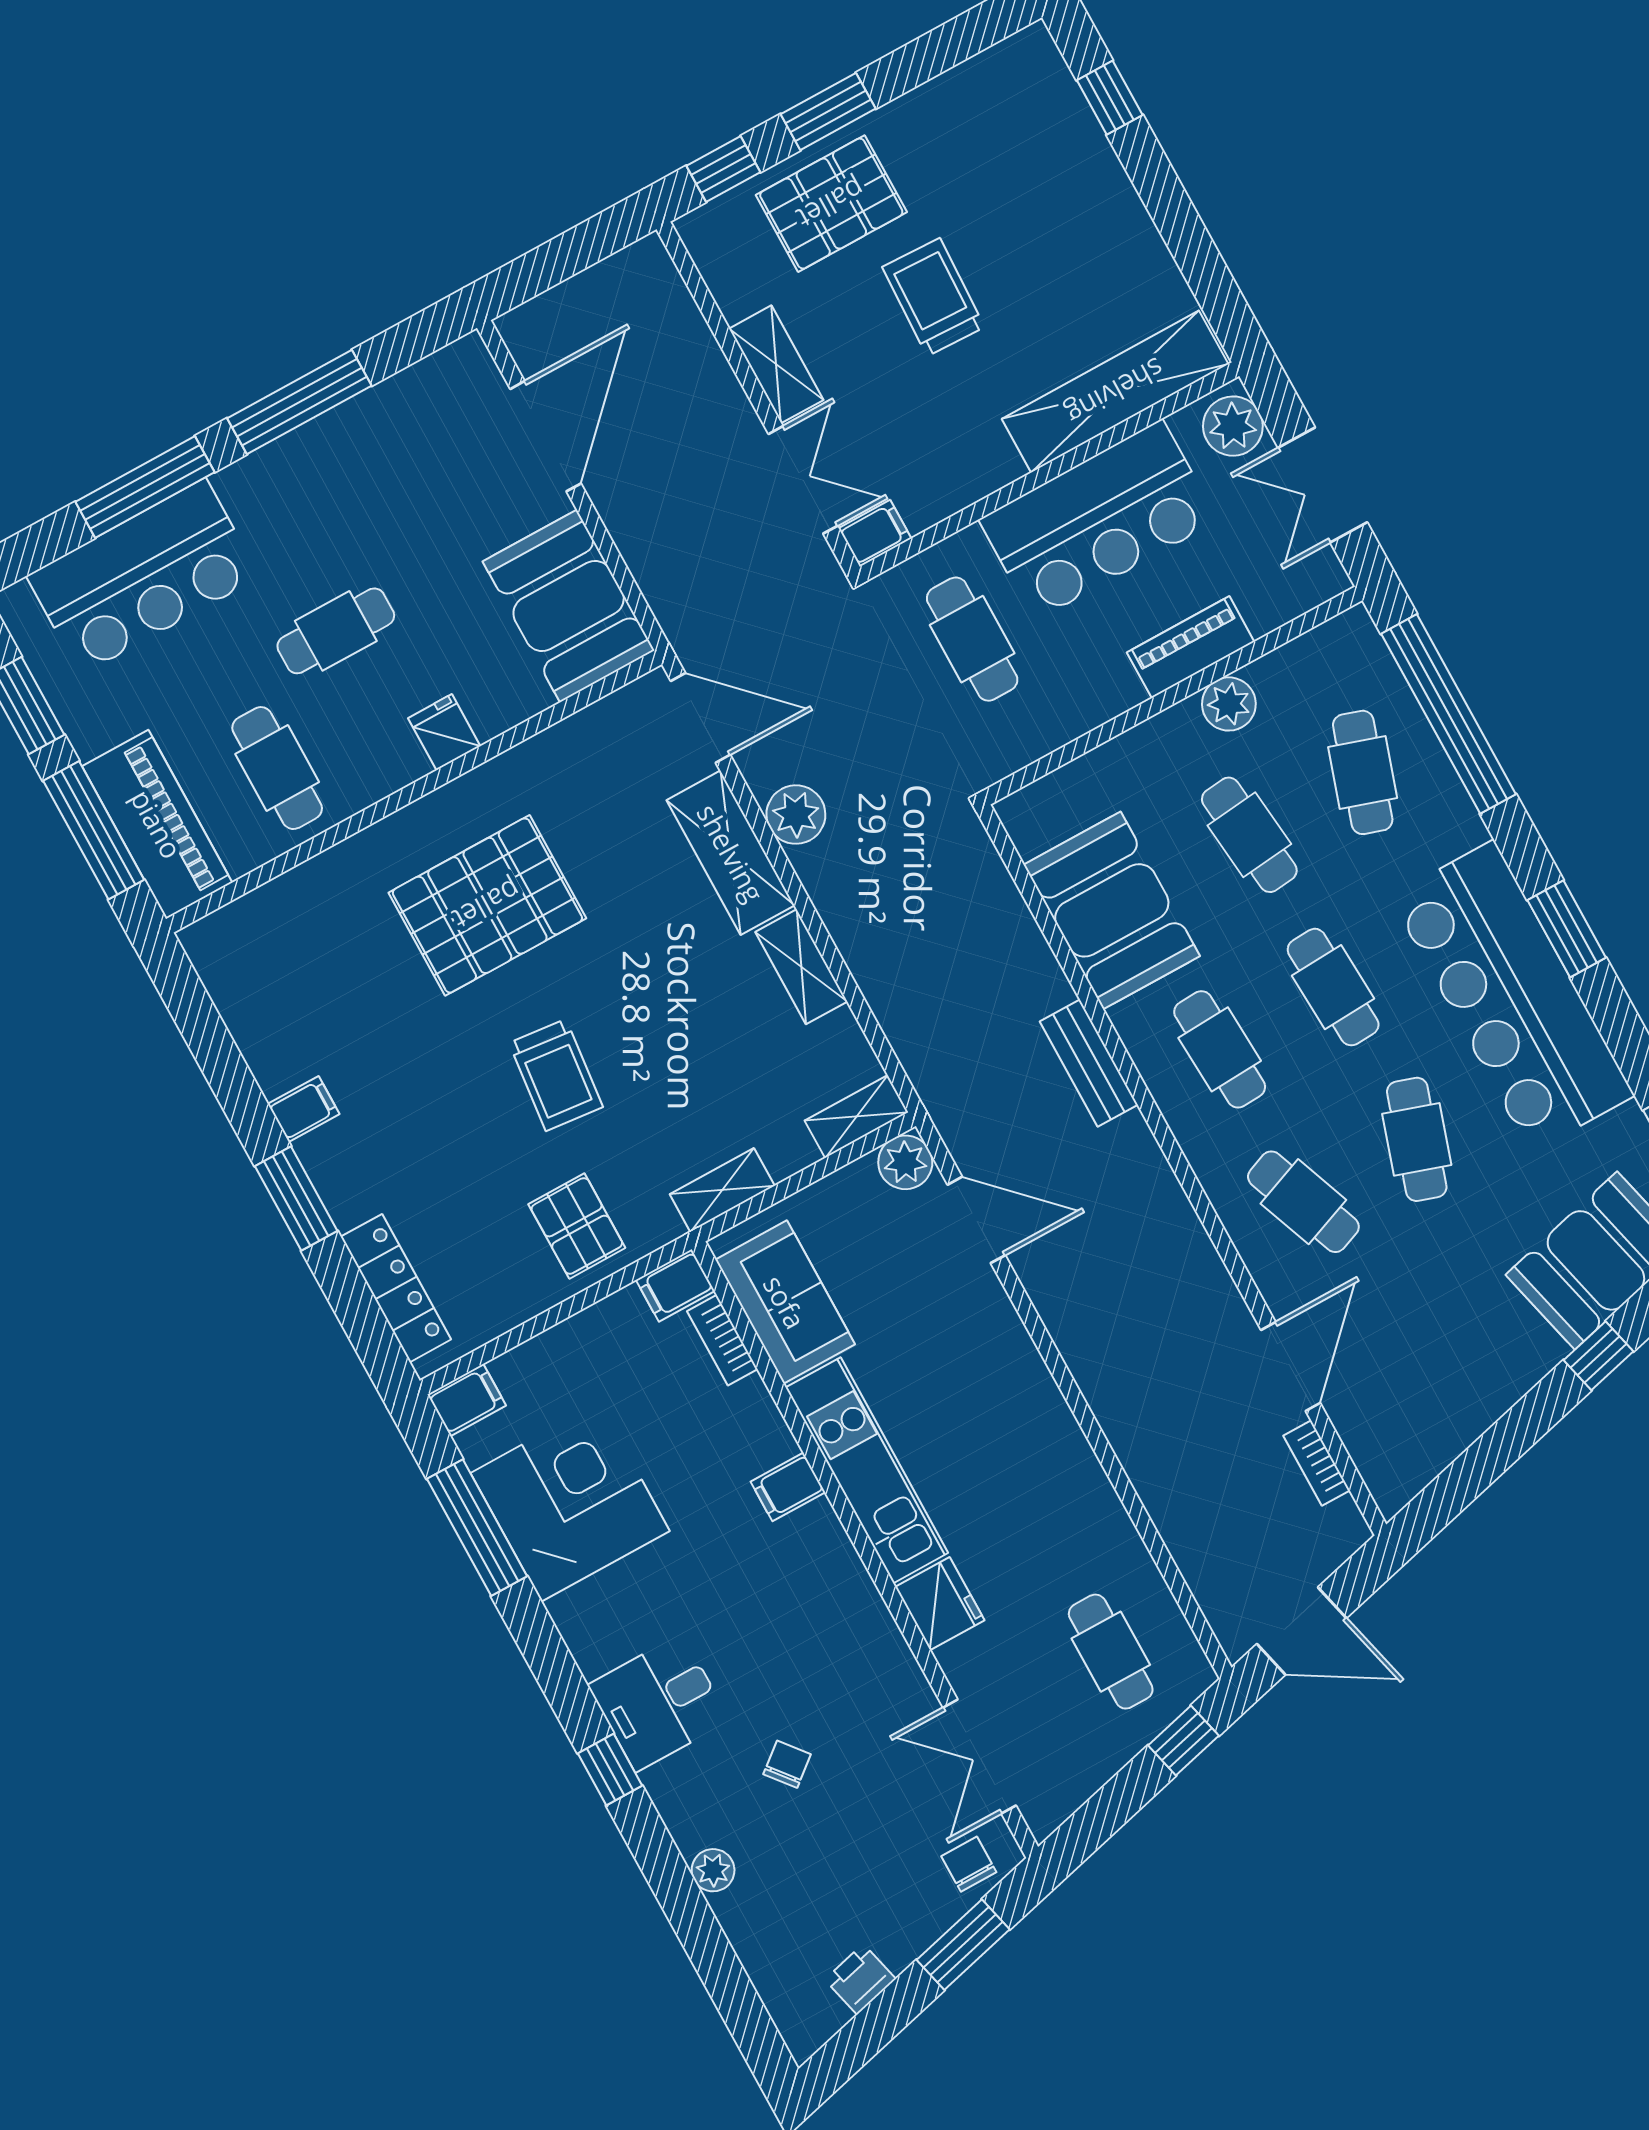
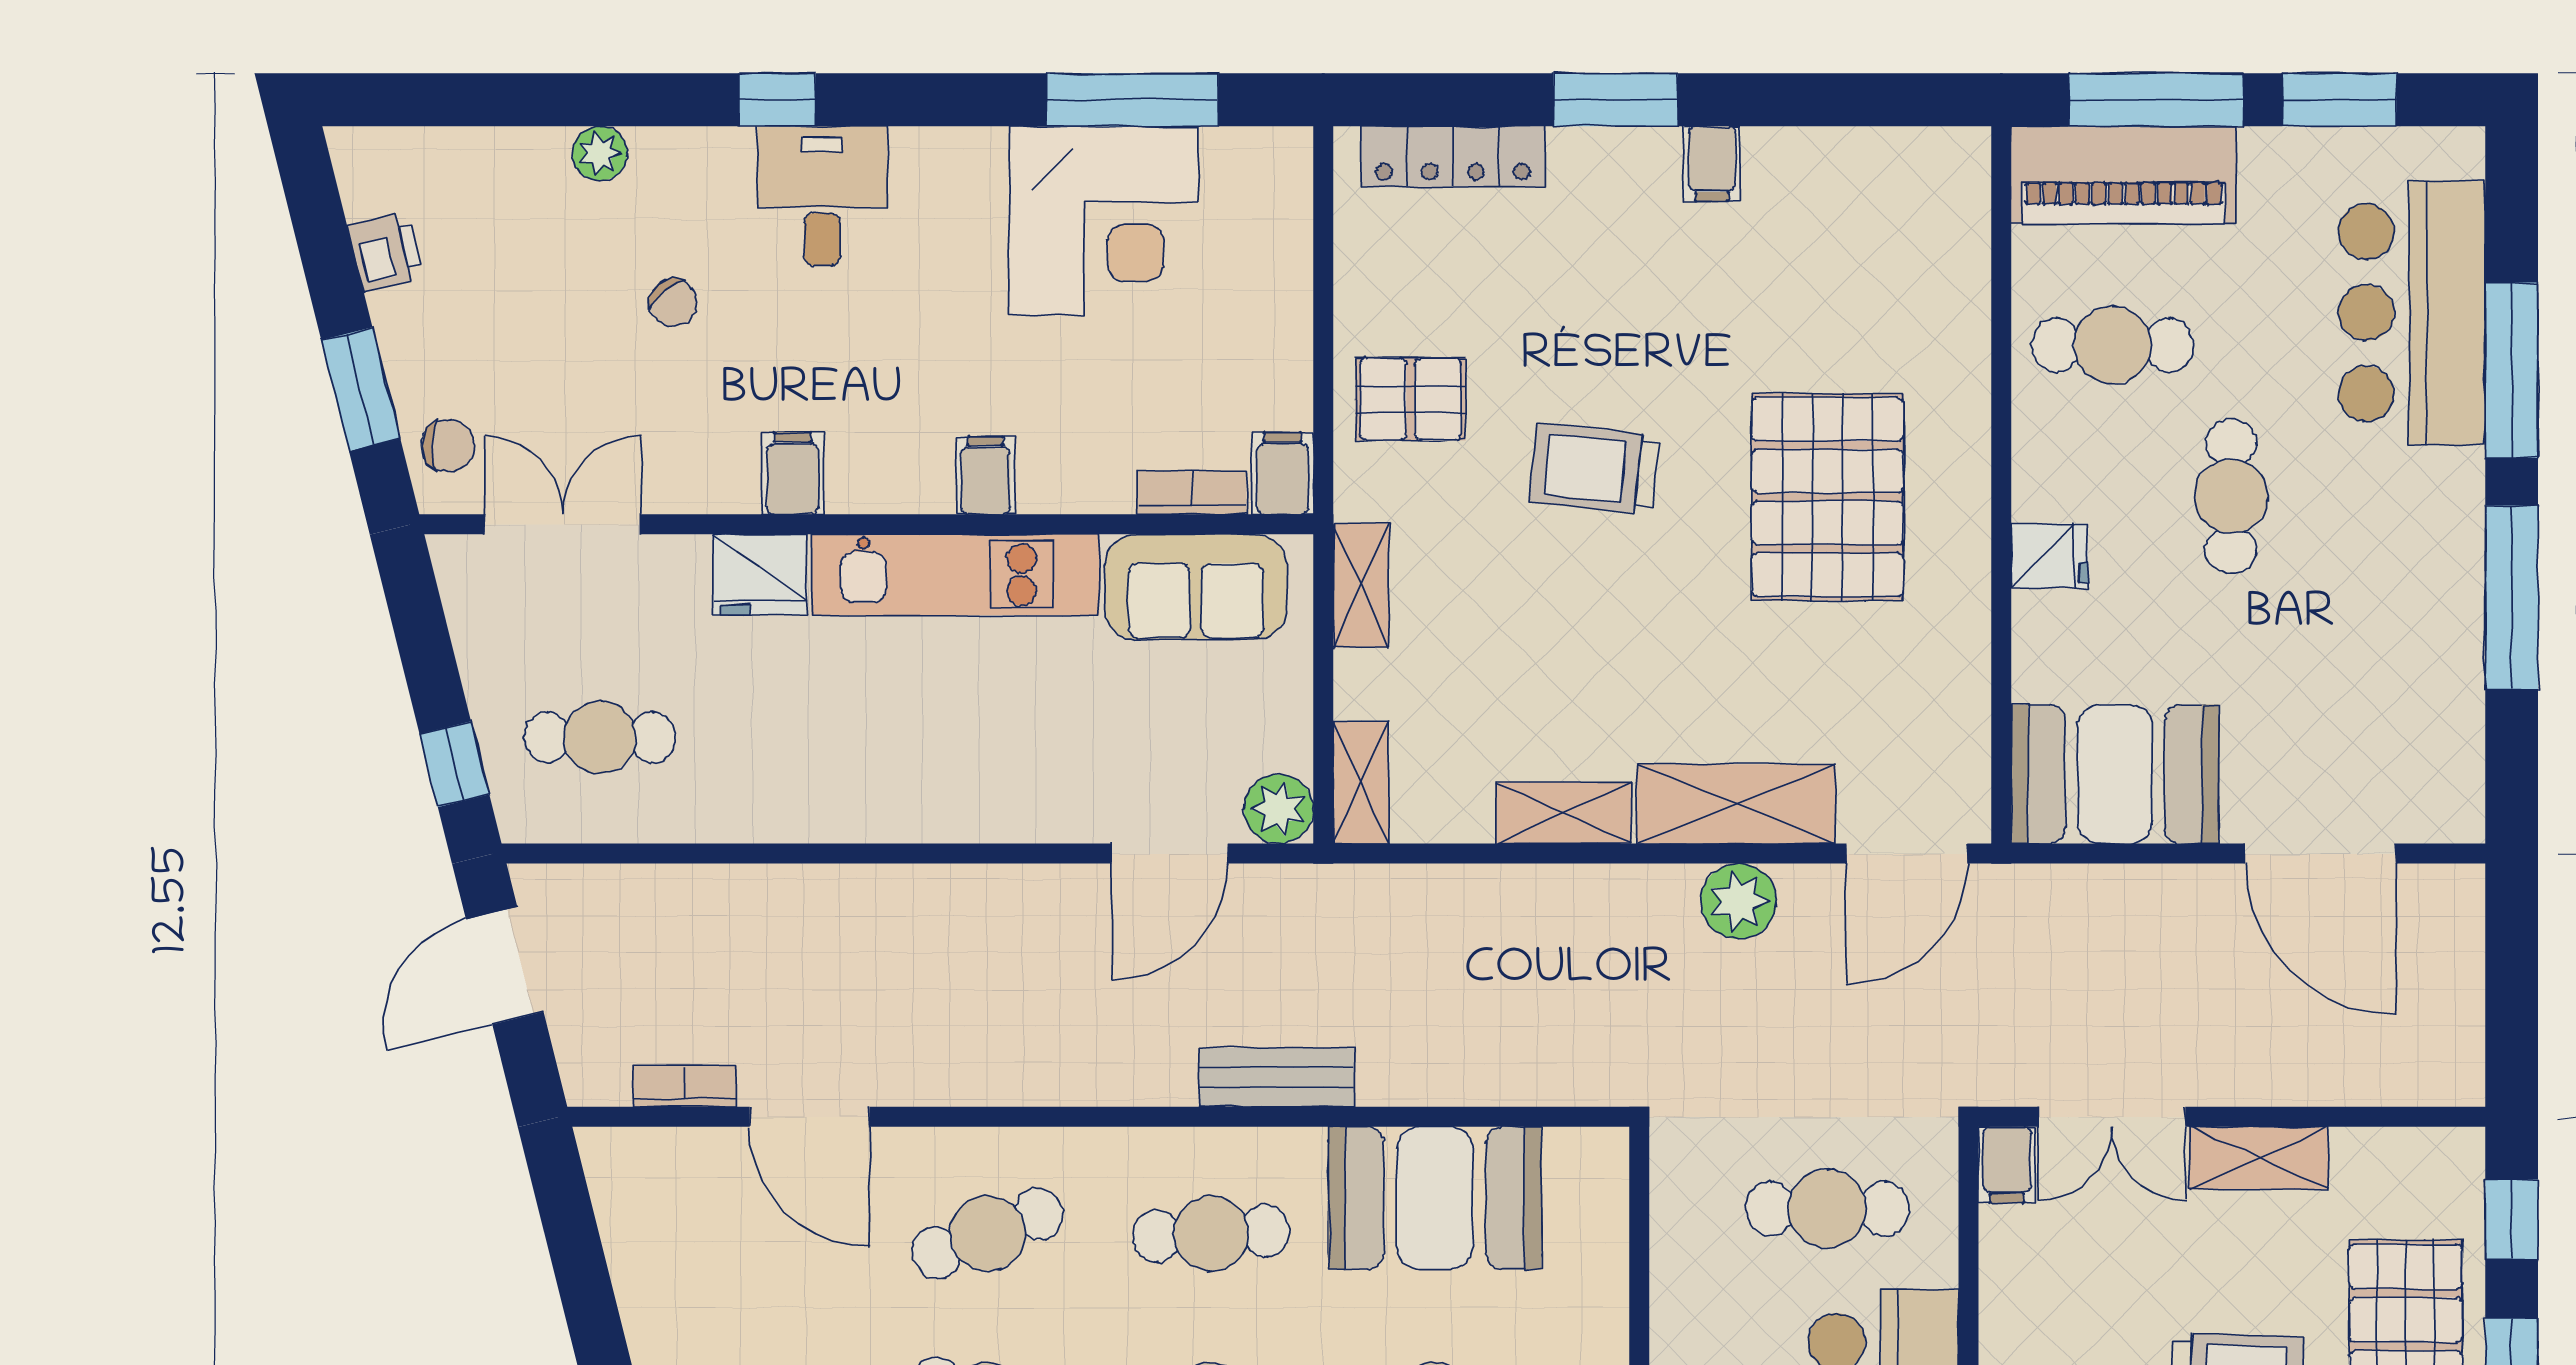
filing cabinet: (467, 1400) -> (793, 473), moved, turned 180

